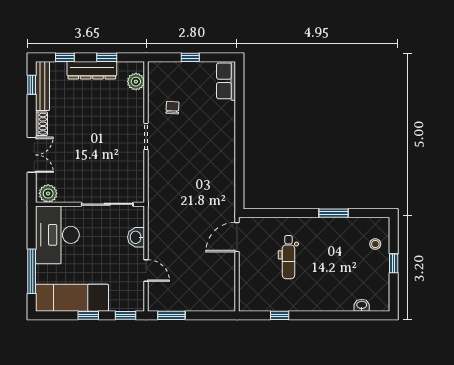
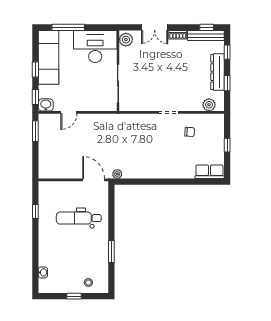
plant: (229, 205) -> (117, 174), added
washbasin: (136, 237) -> (46, 105), moved
dental chair: (288, 257) -> (79, 218), width x1.36, depth x1.38

